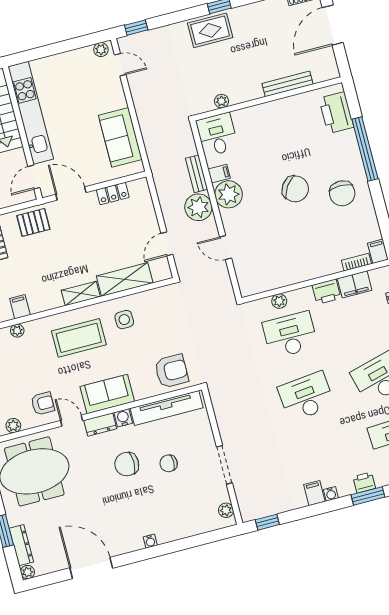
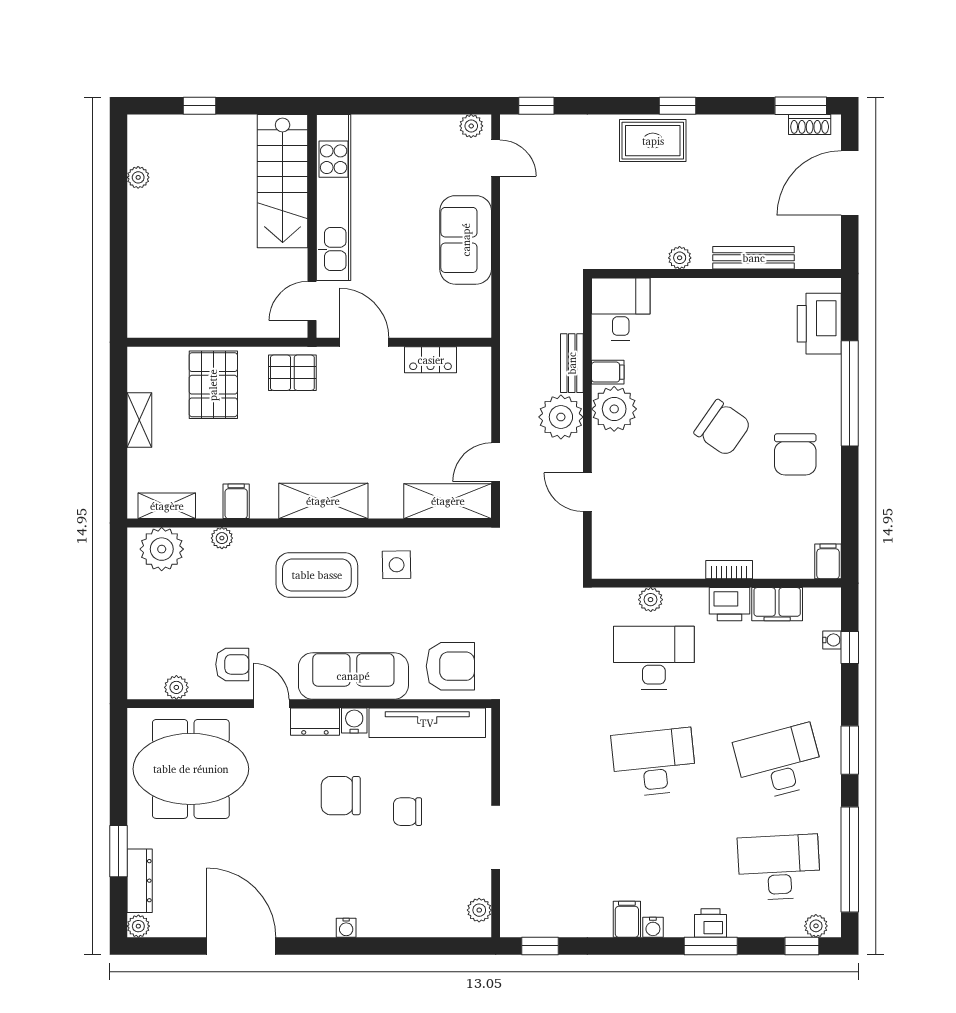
plant: (221, 101) -> (680, 258), moved
sofa: (120, 137) -> (466, 240), moved
bookcase: (356, 262) -> (729, 570), moved
shelving: (125, 279) -> (448, 501), moved
shelving: (81, 293) -> (323, 501), width x1.50, depth x1.33
sofa: (107, 394) -> (353, 676), width x1.36

